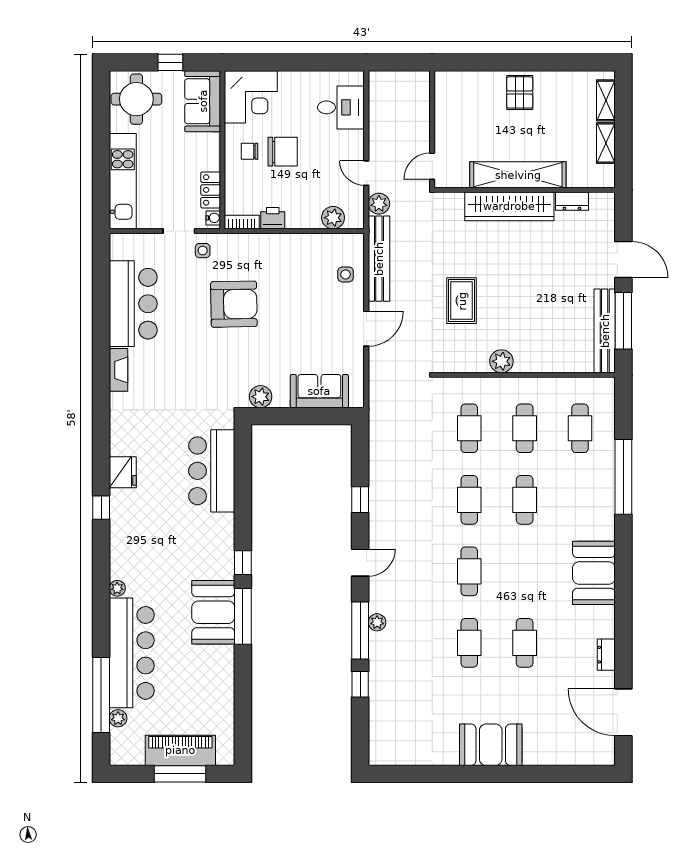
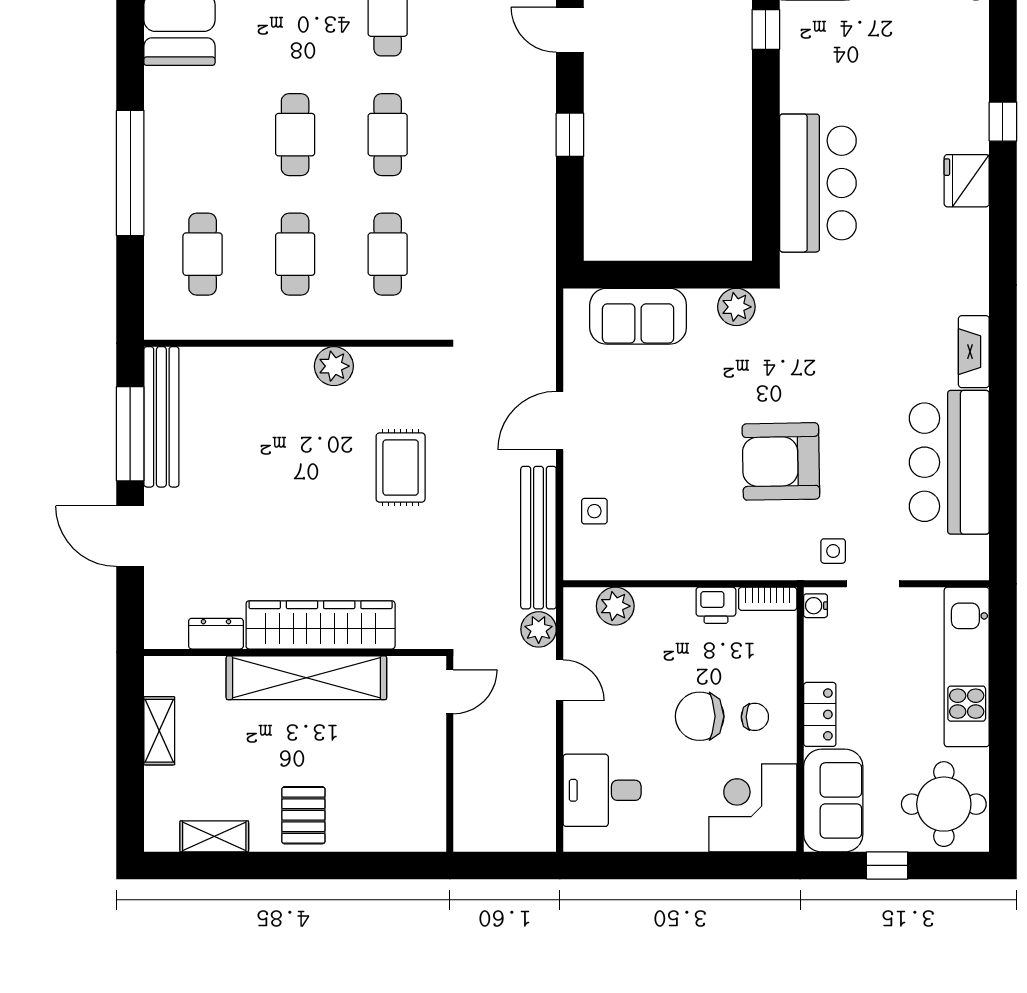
shelving: (606, 100) -> (214, 836), moved, turned 90
locker: (211, 190) -> (820, 714), moved
door: (360, 563) -> (570, 30), hinge flipped

